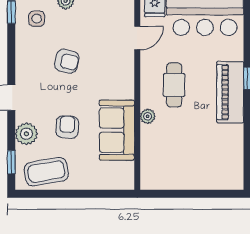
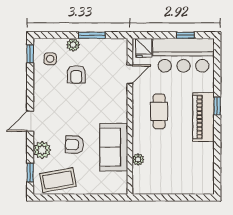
armchair: (67, 61) -> (76, 74), moved, turned 77
plant: (148, 116) -> (138, 159), moved
armchair: (67, 127) -> (74, 145), turned -90

